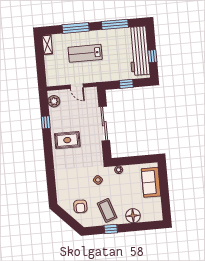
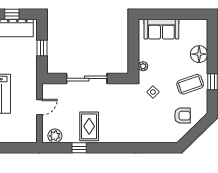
rug: (67, 140) -> (89, 126), moved

